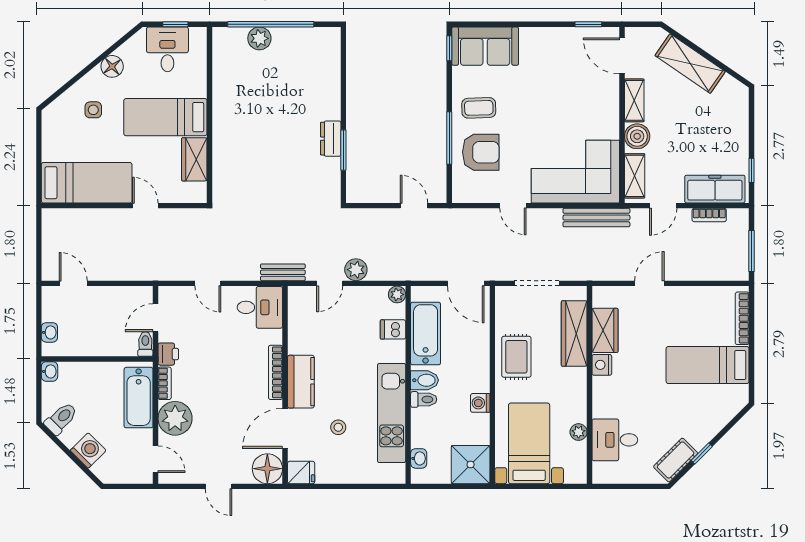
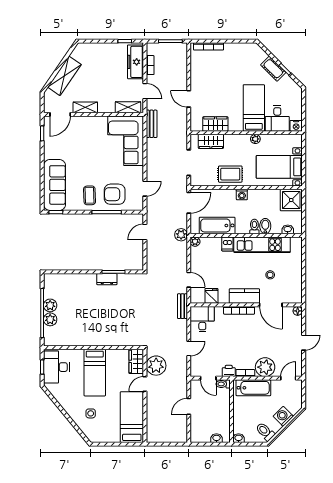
plant: (284, 38) -> (50, 305), added
sofa: (485, 46) -> (55, 185), width x1.36
desk: (167, 49) -> (56, 367), width x1.37
floor lamp: (112, 66) -> (66, 403), removed
boiler: (637, 136) -> (106, 106), removed
armchair: (481, 152) -> (115, 194), turned -90
wardrobe: (194, 159) -> (136, 361), moved, turned 90
door: (513, 206) -> (145, 189), moved
bench: (596, 218) -> (152, 124), width x0.73
plant: (178, 226) -> (156, 366), added
plant: (356, 270) -> (181, 235), moved
door: (73, 283) -> (189, 406), moved
dishwasher: (393, 329) -> (227, 244), moved
wardrobe: (574, 333) -> (211, 141), width x0.67
nightstand: (602, 365) -> (296, 126), moved
bed: (708, 365) -> (254, 108), moved, turned 180
bidet: (425, 380) -> (265, 226), moved
washing machine: (480, 403) -> (242, 195), moved
plant: (579, 432) -> (255, 139), moved
cot: (676, 460) -> (273, 69), moved
floor lamp: (267, 469) -> (298, 311), width x0.53, depth x0.53
fridge: (301, 472) -> (211, 296), moved

